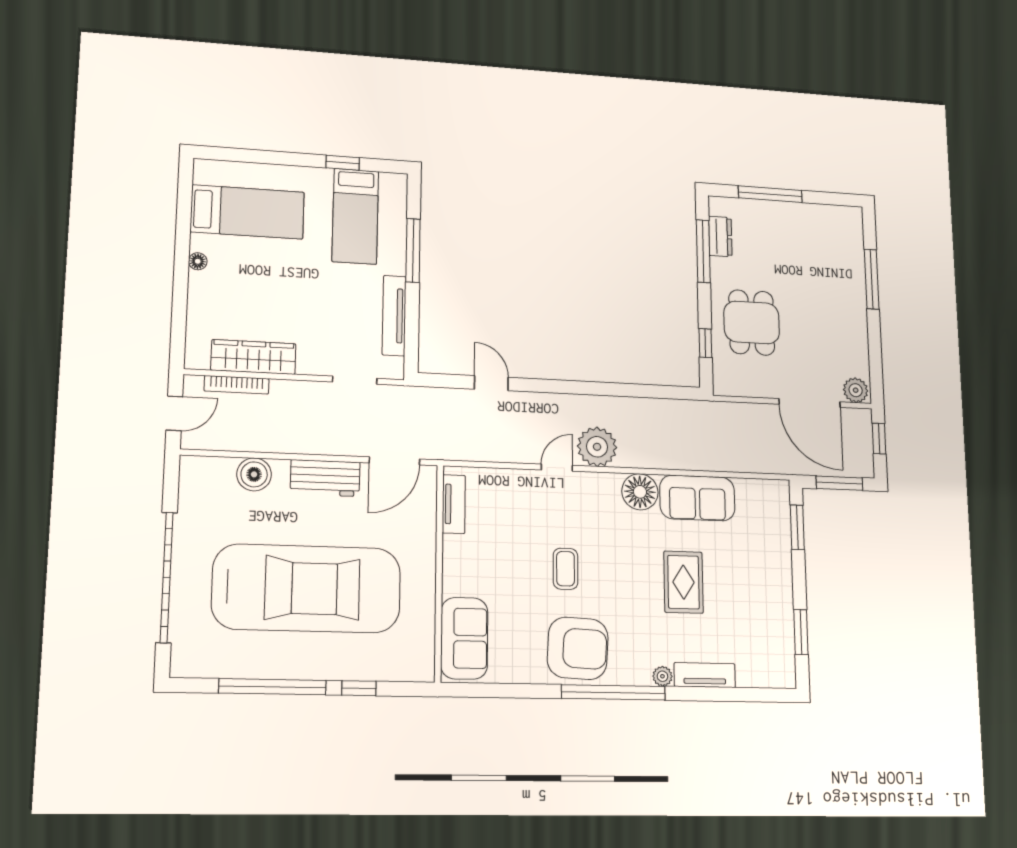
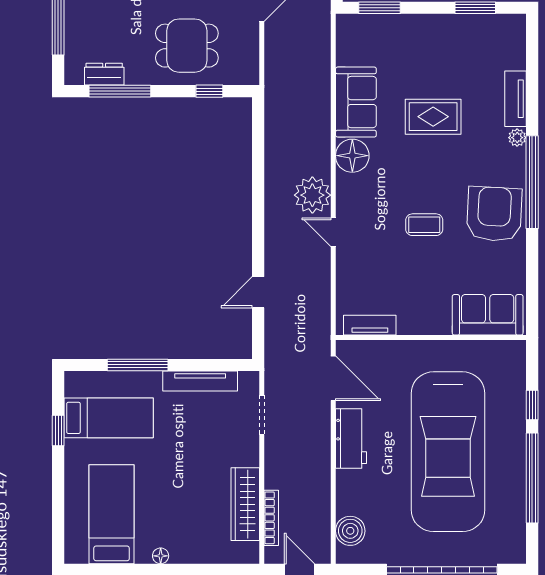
boiler: (254, 474) -> (350, 531), moved
car: (307, 588) -> (448, 452), turned 180

